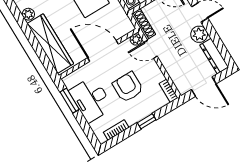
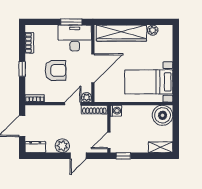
dresser: (214, 56) -> (35, 147), width x0.70
desk: (91, 99) -> (75, 38), moved

